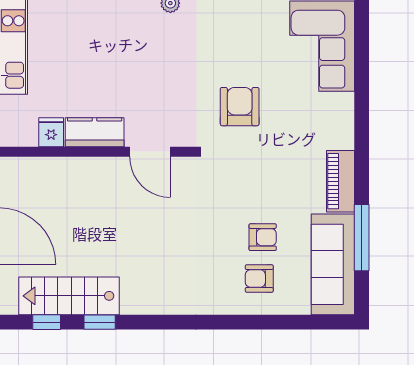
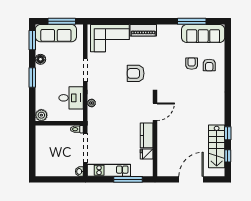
piano: (341, 181) -> (143, 30), moved

